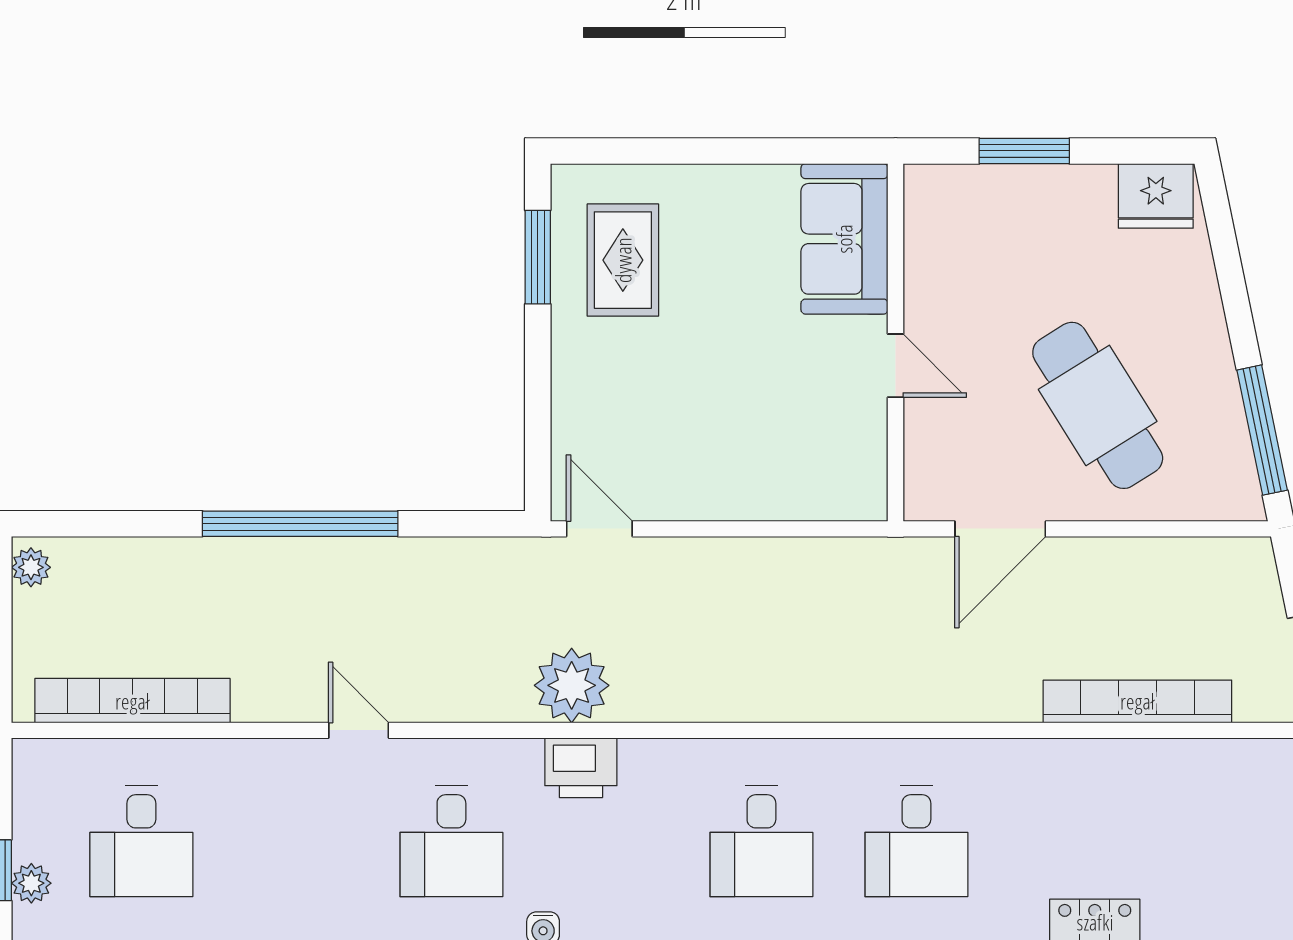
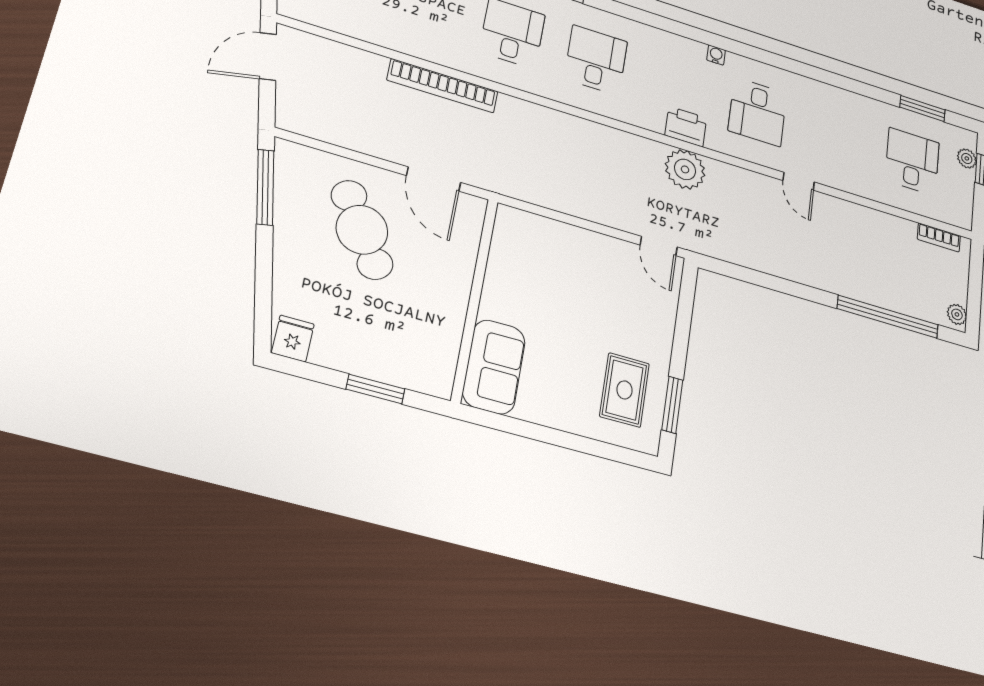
fridge: (1156, 196) -> (293, 338), width x0.72
door: (896, 366) -> (477, 286), removed
window: (300, 524) -> (888, 317), moved
door: (1000, 529) -> (434, 179), swing flipped
bookcase: (132, 701) -> (939, 237), width x0.43, depth x0.76
bookcase: (1137, 701) -> (443, 86), moved
desk: (451, 841) -> (757, 112), turned 180

